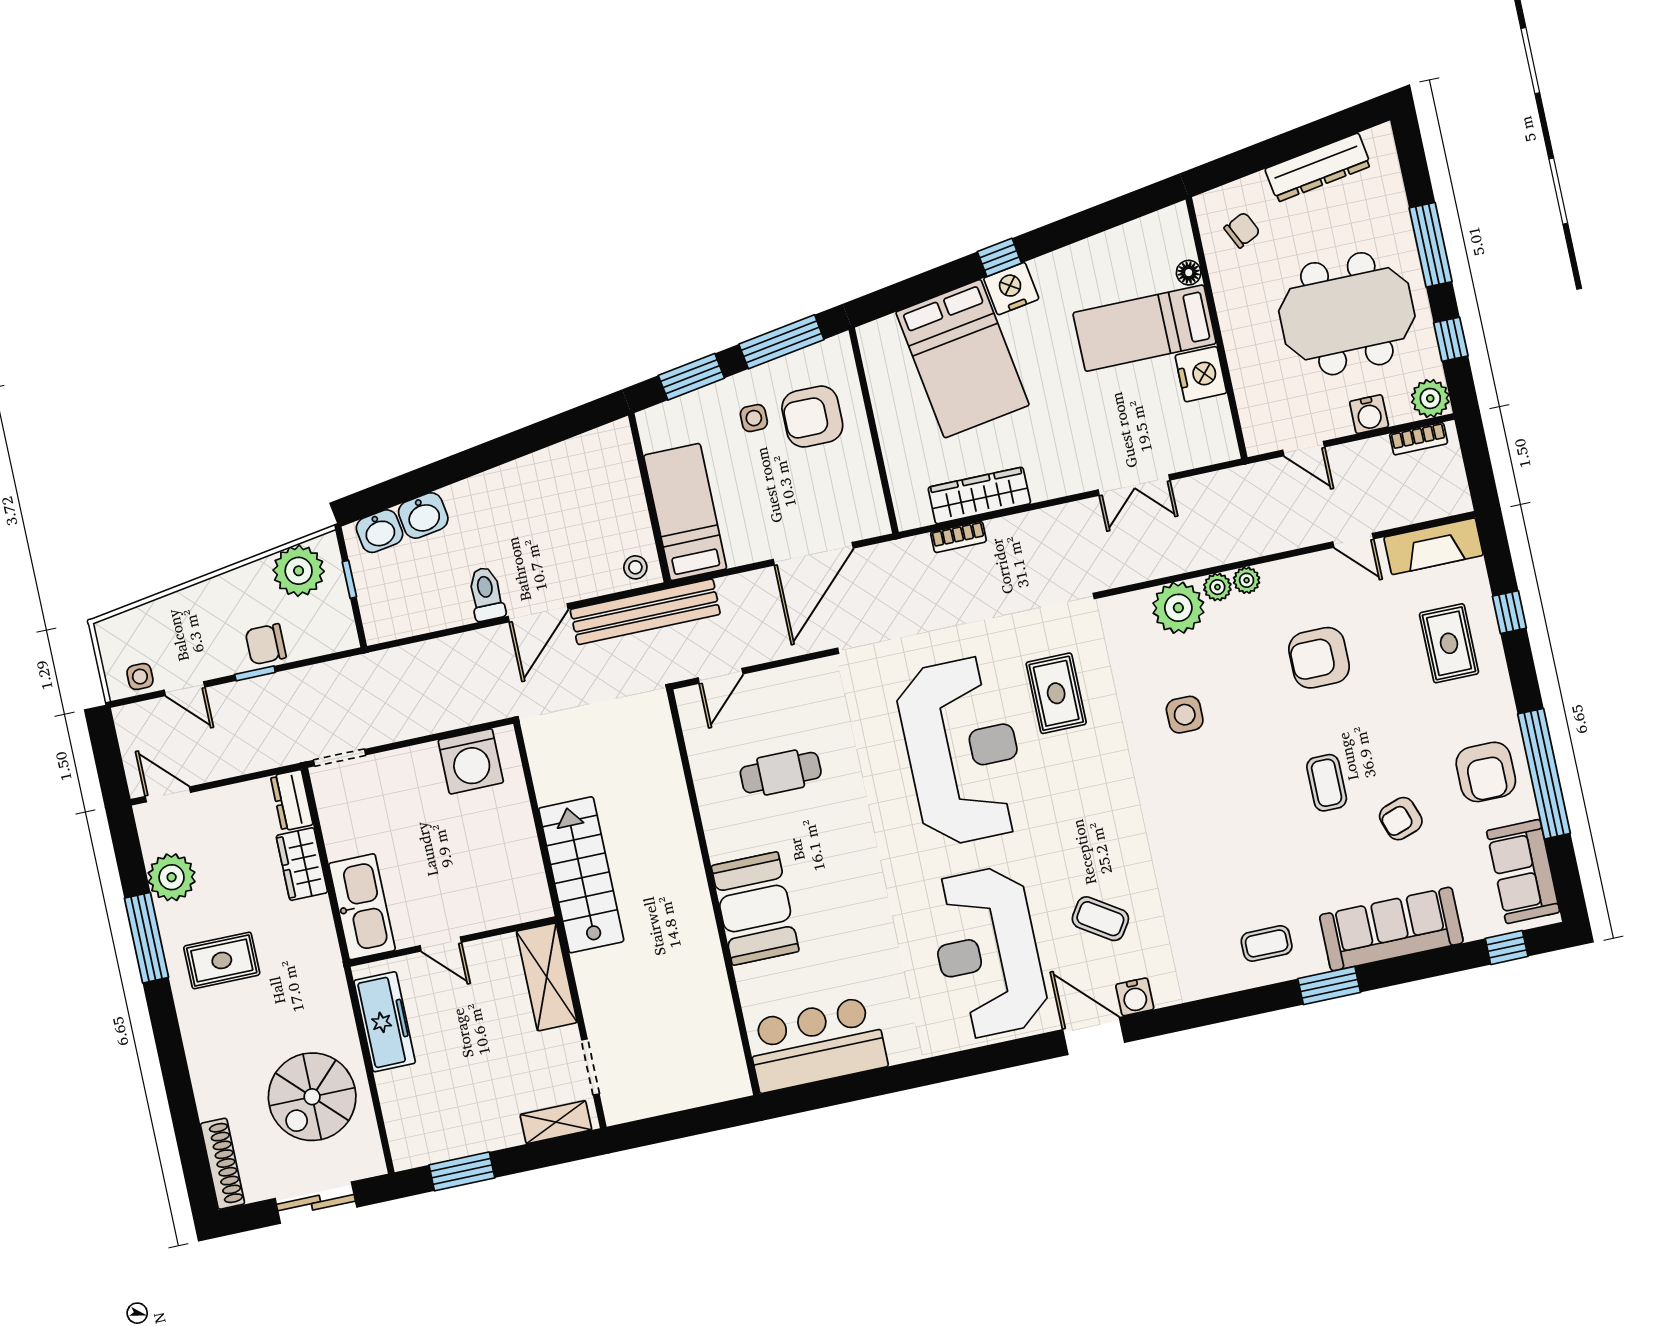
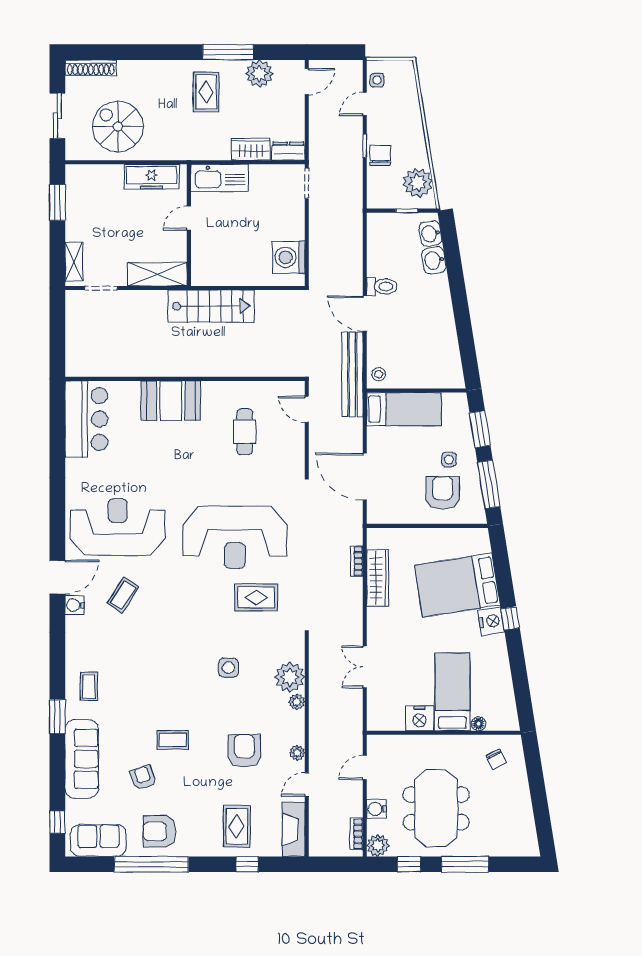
dresser: (1318, 168) -> (522, 810), removed
plant: (1247, 580) -> (297, 753), moved
rug: (1449, 643) -> (237, 826), turned 90

